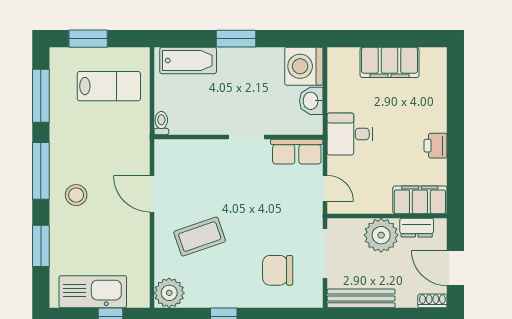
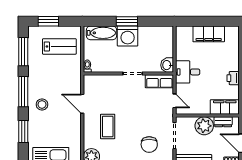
washing machine: (304, 66) -> (128, 36), moved, turned -90
washbasin: (311, 101) -> (167, 65), moved
coffee table: (200, 237) -> (108, 126), turned -71
chair: (278, 270) -> (149, 144), turned -90

